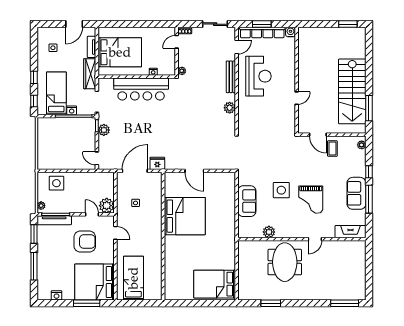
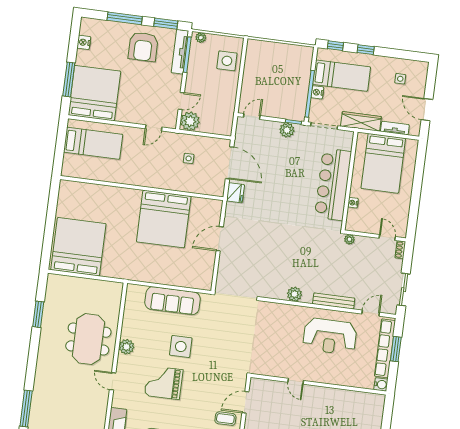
door: (237, 47) -> (371, 313), swing flipped
sofa: (247, 201) -> (173, 301), width x1.36
plant: (269, 232) -> (126, 347), moved
armchair: (85, 242) -> (143, 47), moved
meeting table: (285, 262) -> (88, 339), turned 90
bed: (215, 284) -> (78, 247), width x1.36

